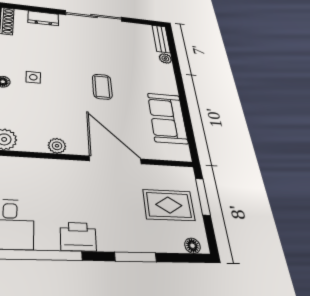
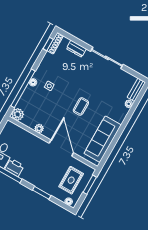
sofa: (167, 118) -> (103, 139), width x1.36
rug: (169, 205) -> (71, 180), turned 90
printer: (78, 237) -> (14, 167), moved

